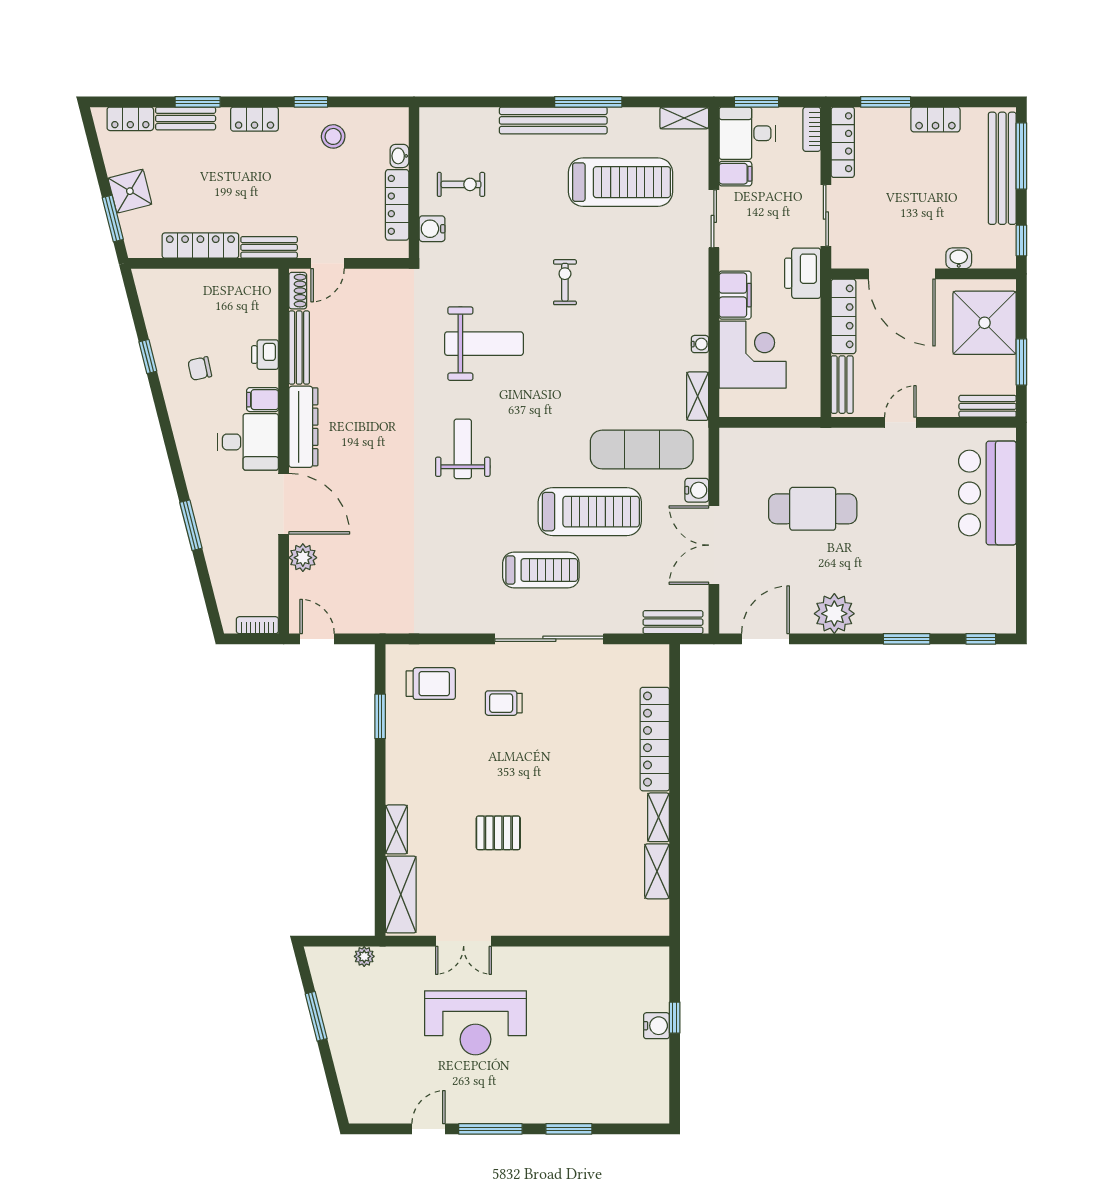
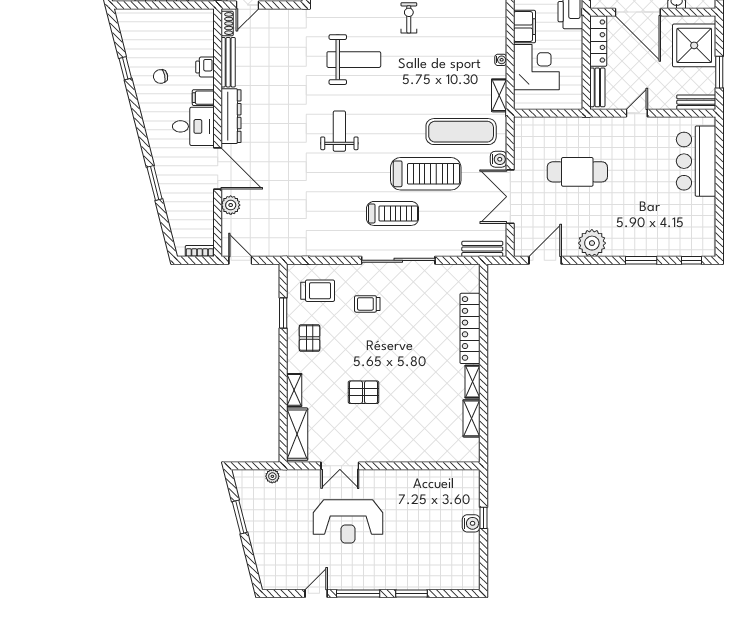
pallet: (419, 753) -> (310, 338), added

